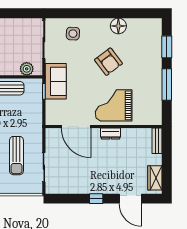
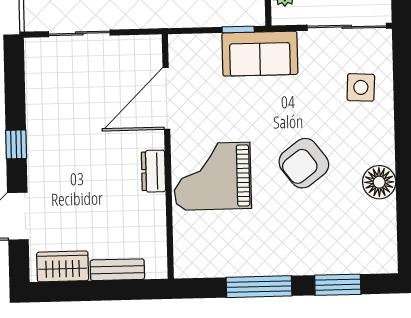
grand piano: (114, 105) -> (212, 176), turned -90
bench: (157, 141) -> (117, 270), moved

